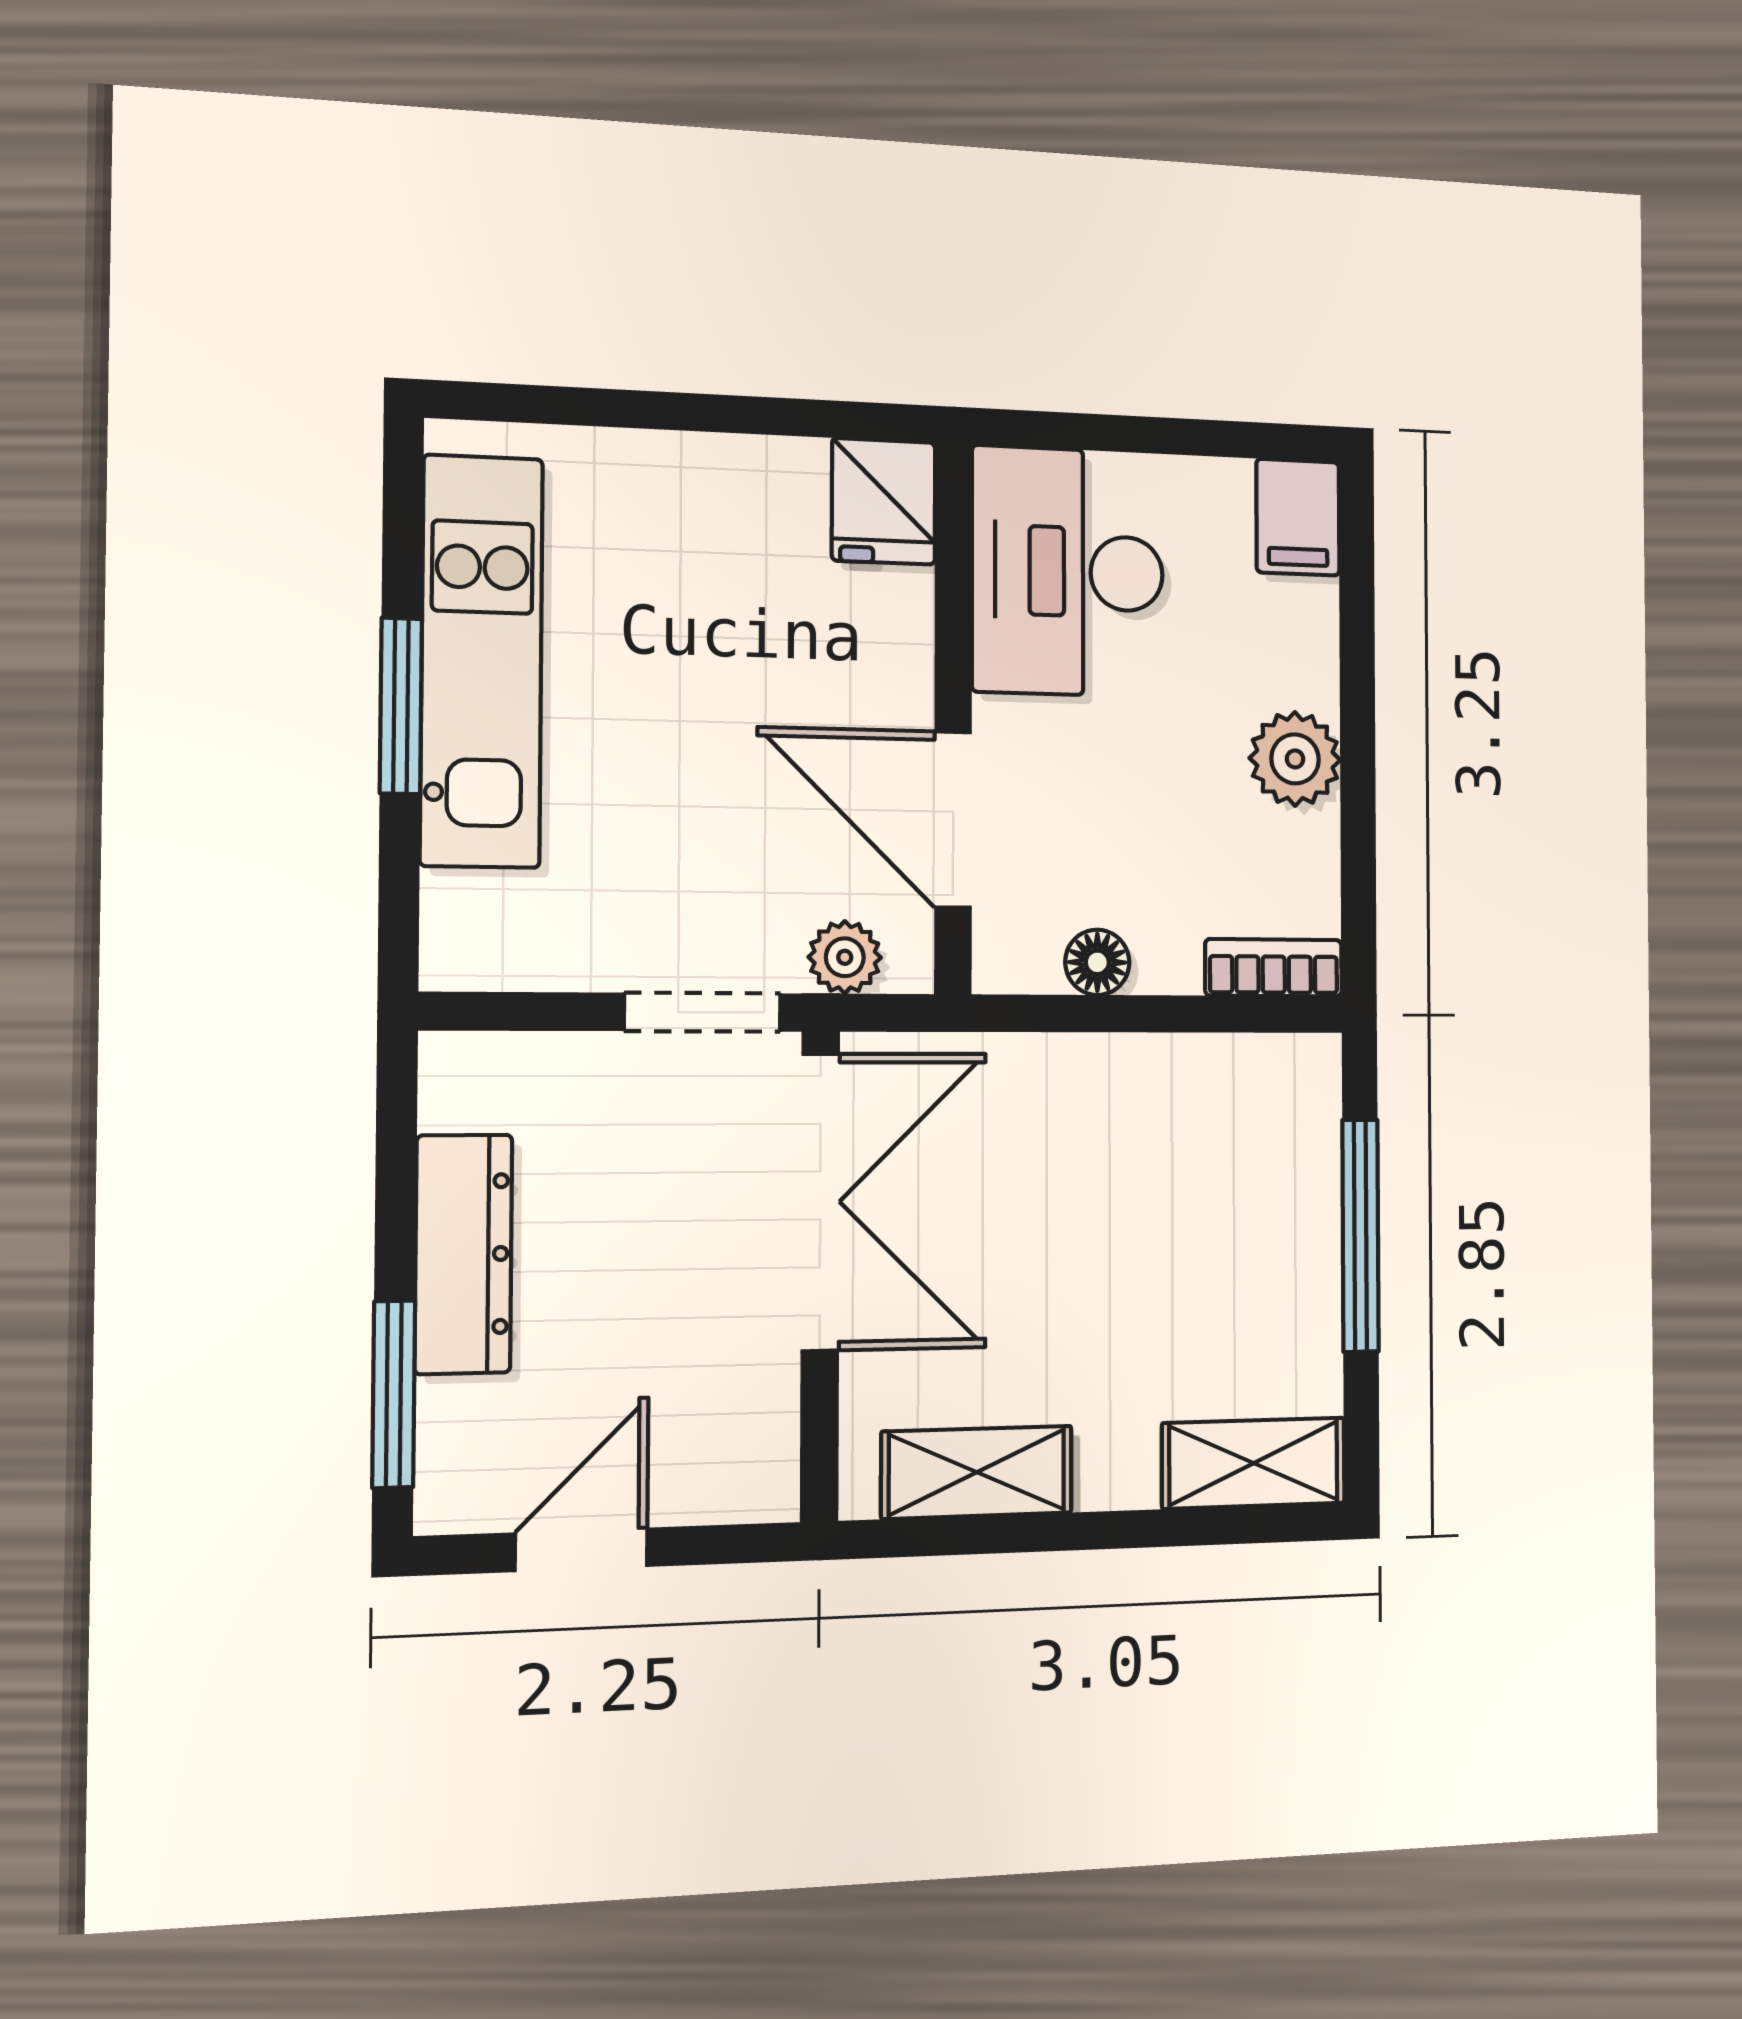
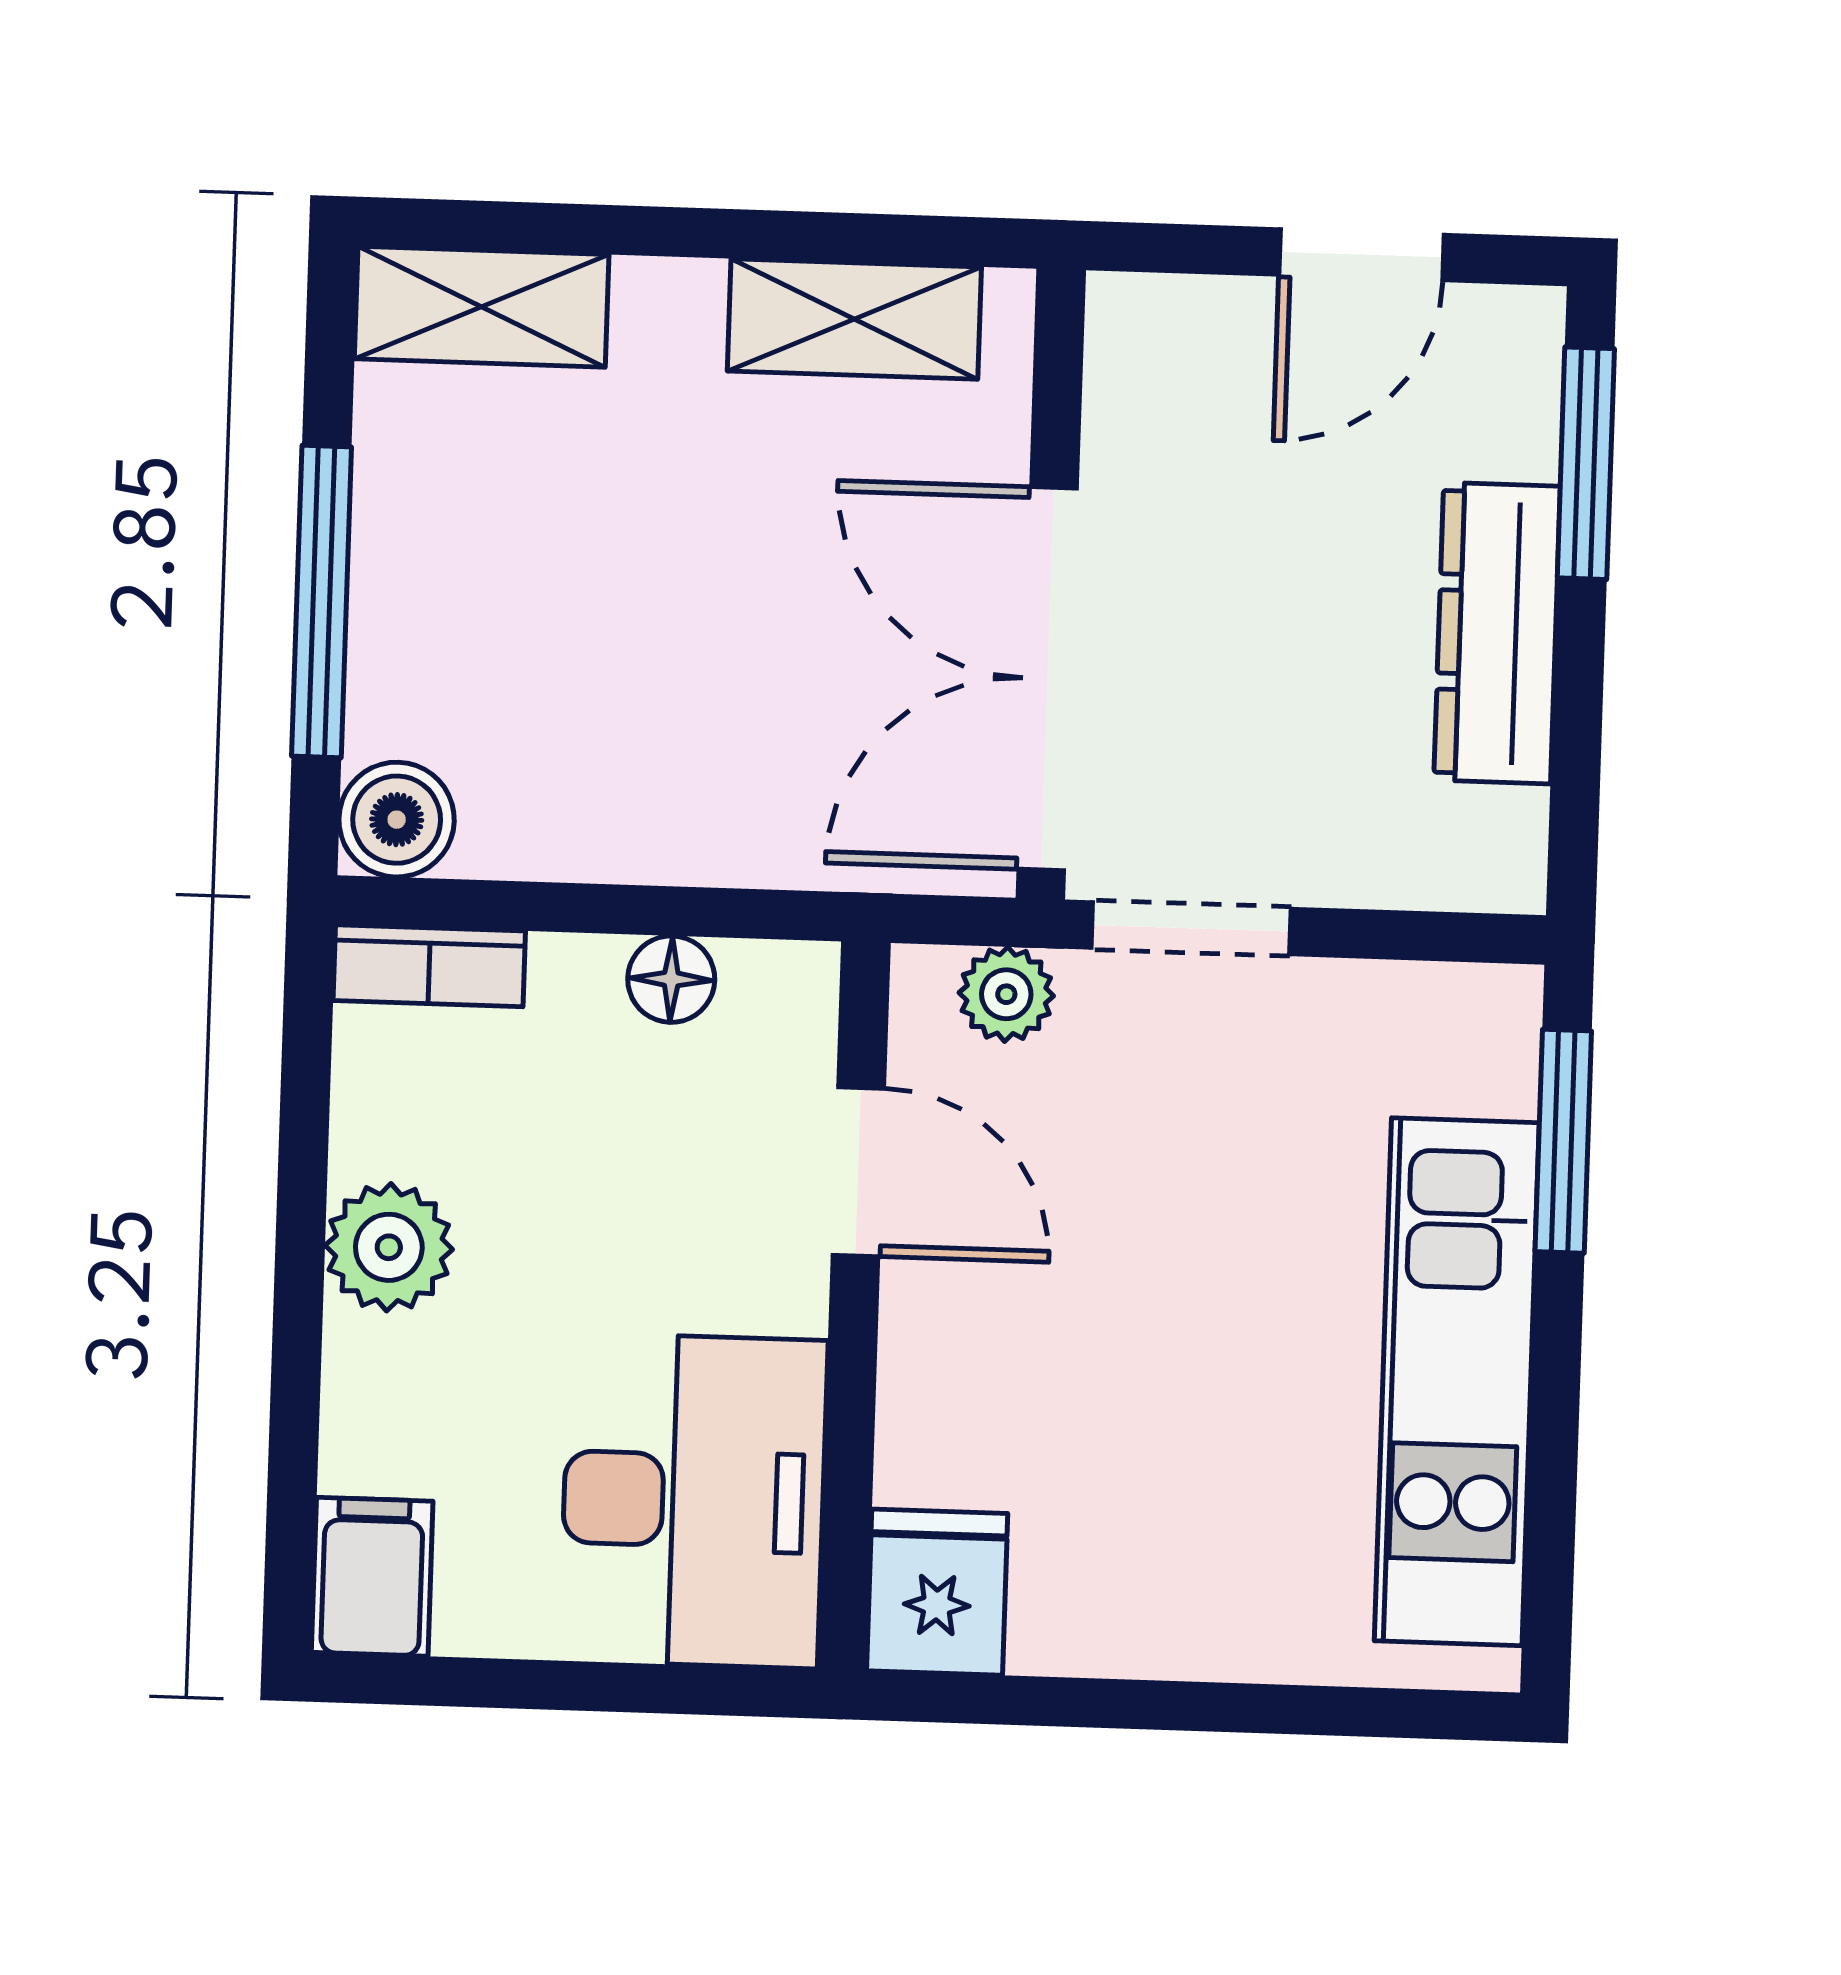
window: (401, 706) -> (1563, 1141), moved
door: (953, 820) -> (858, 1172), width x0.73
boiler: (1301, 1076) -> (397, 820), added

